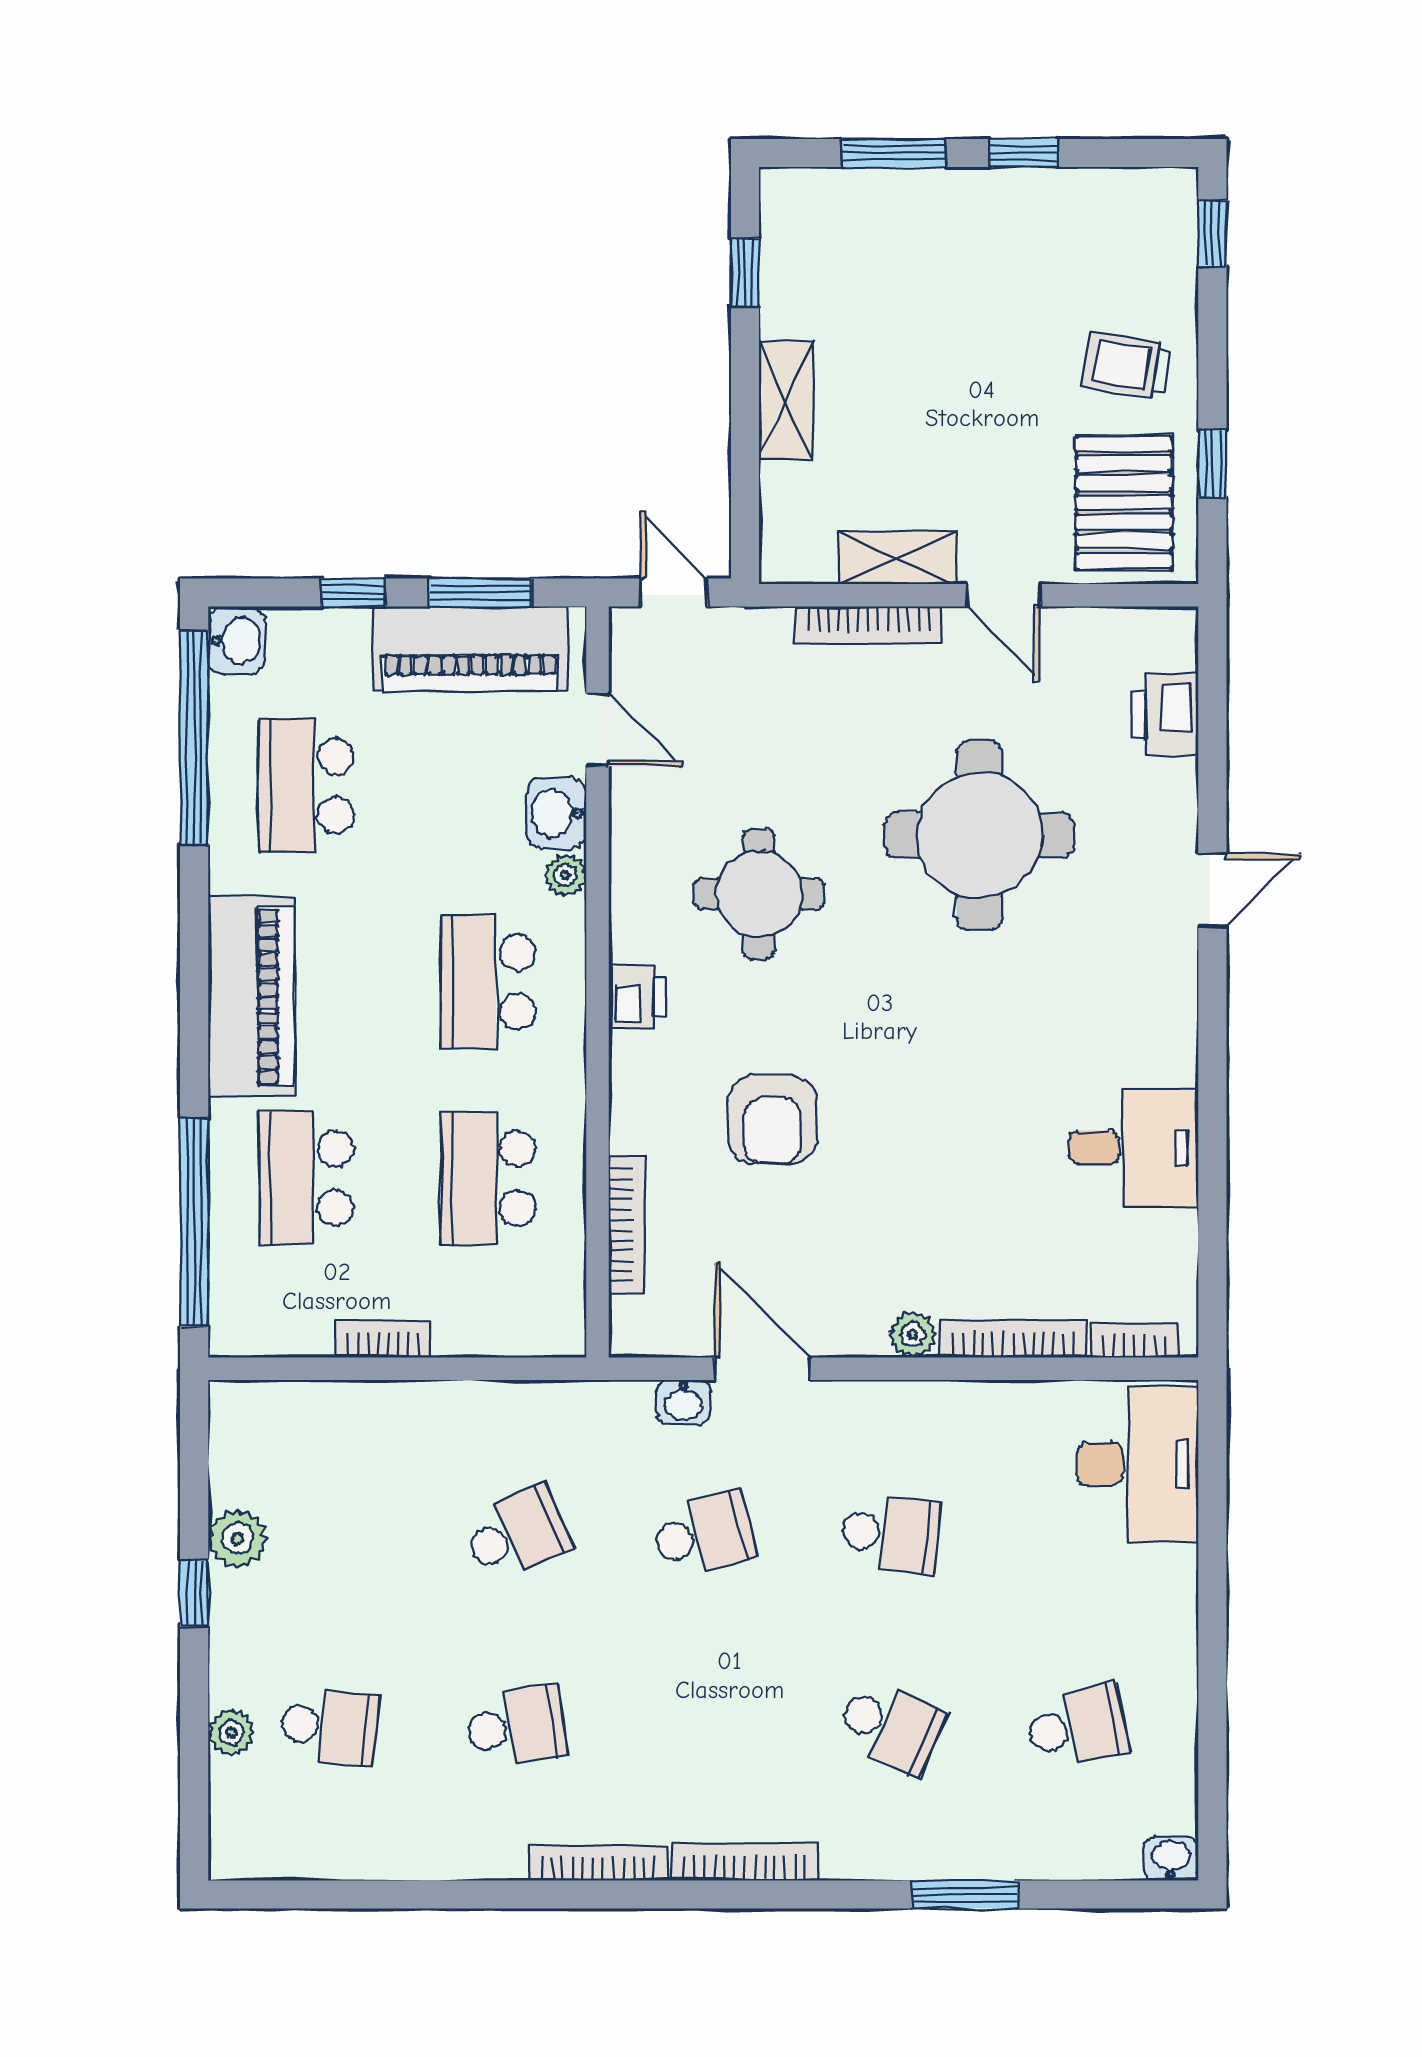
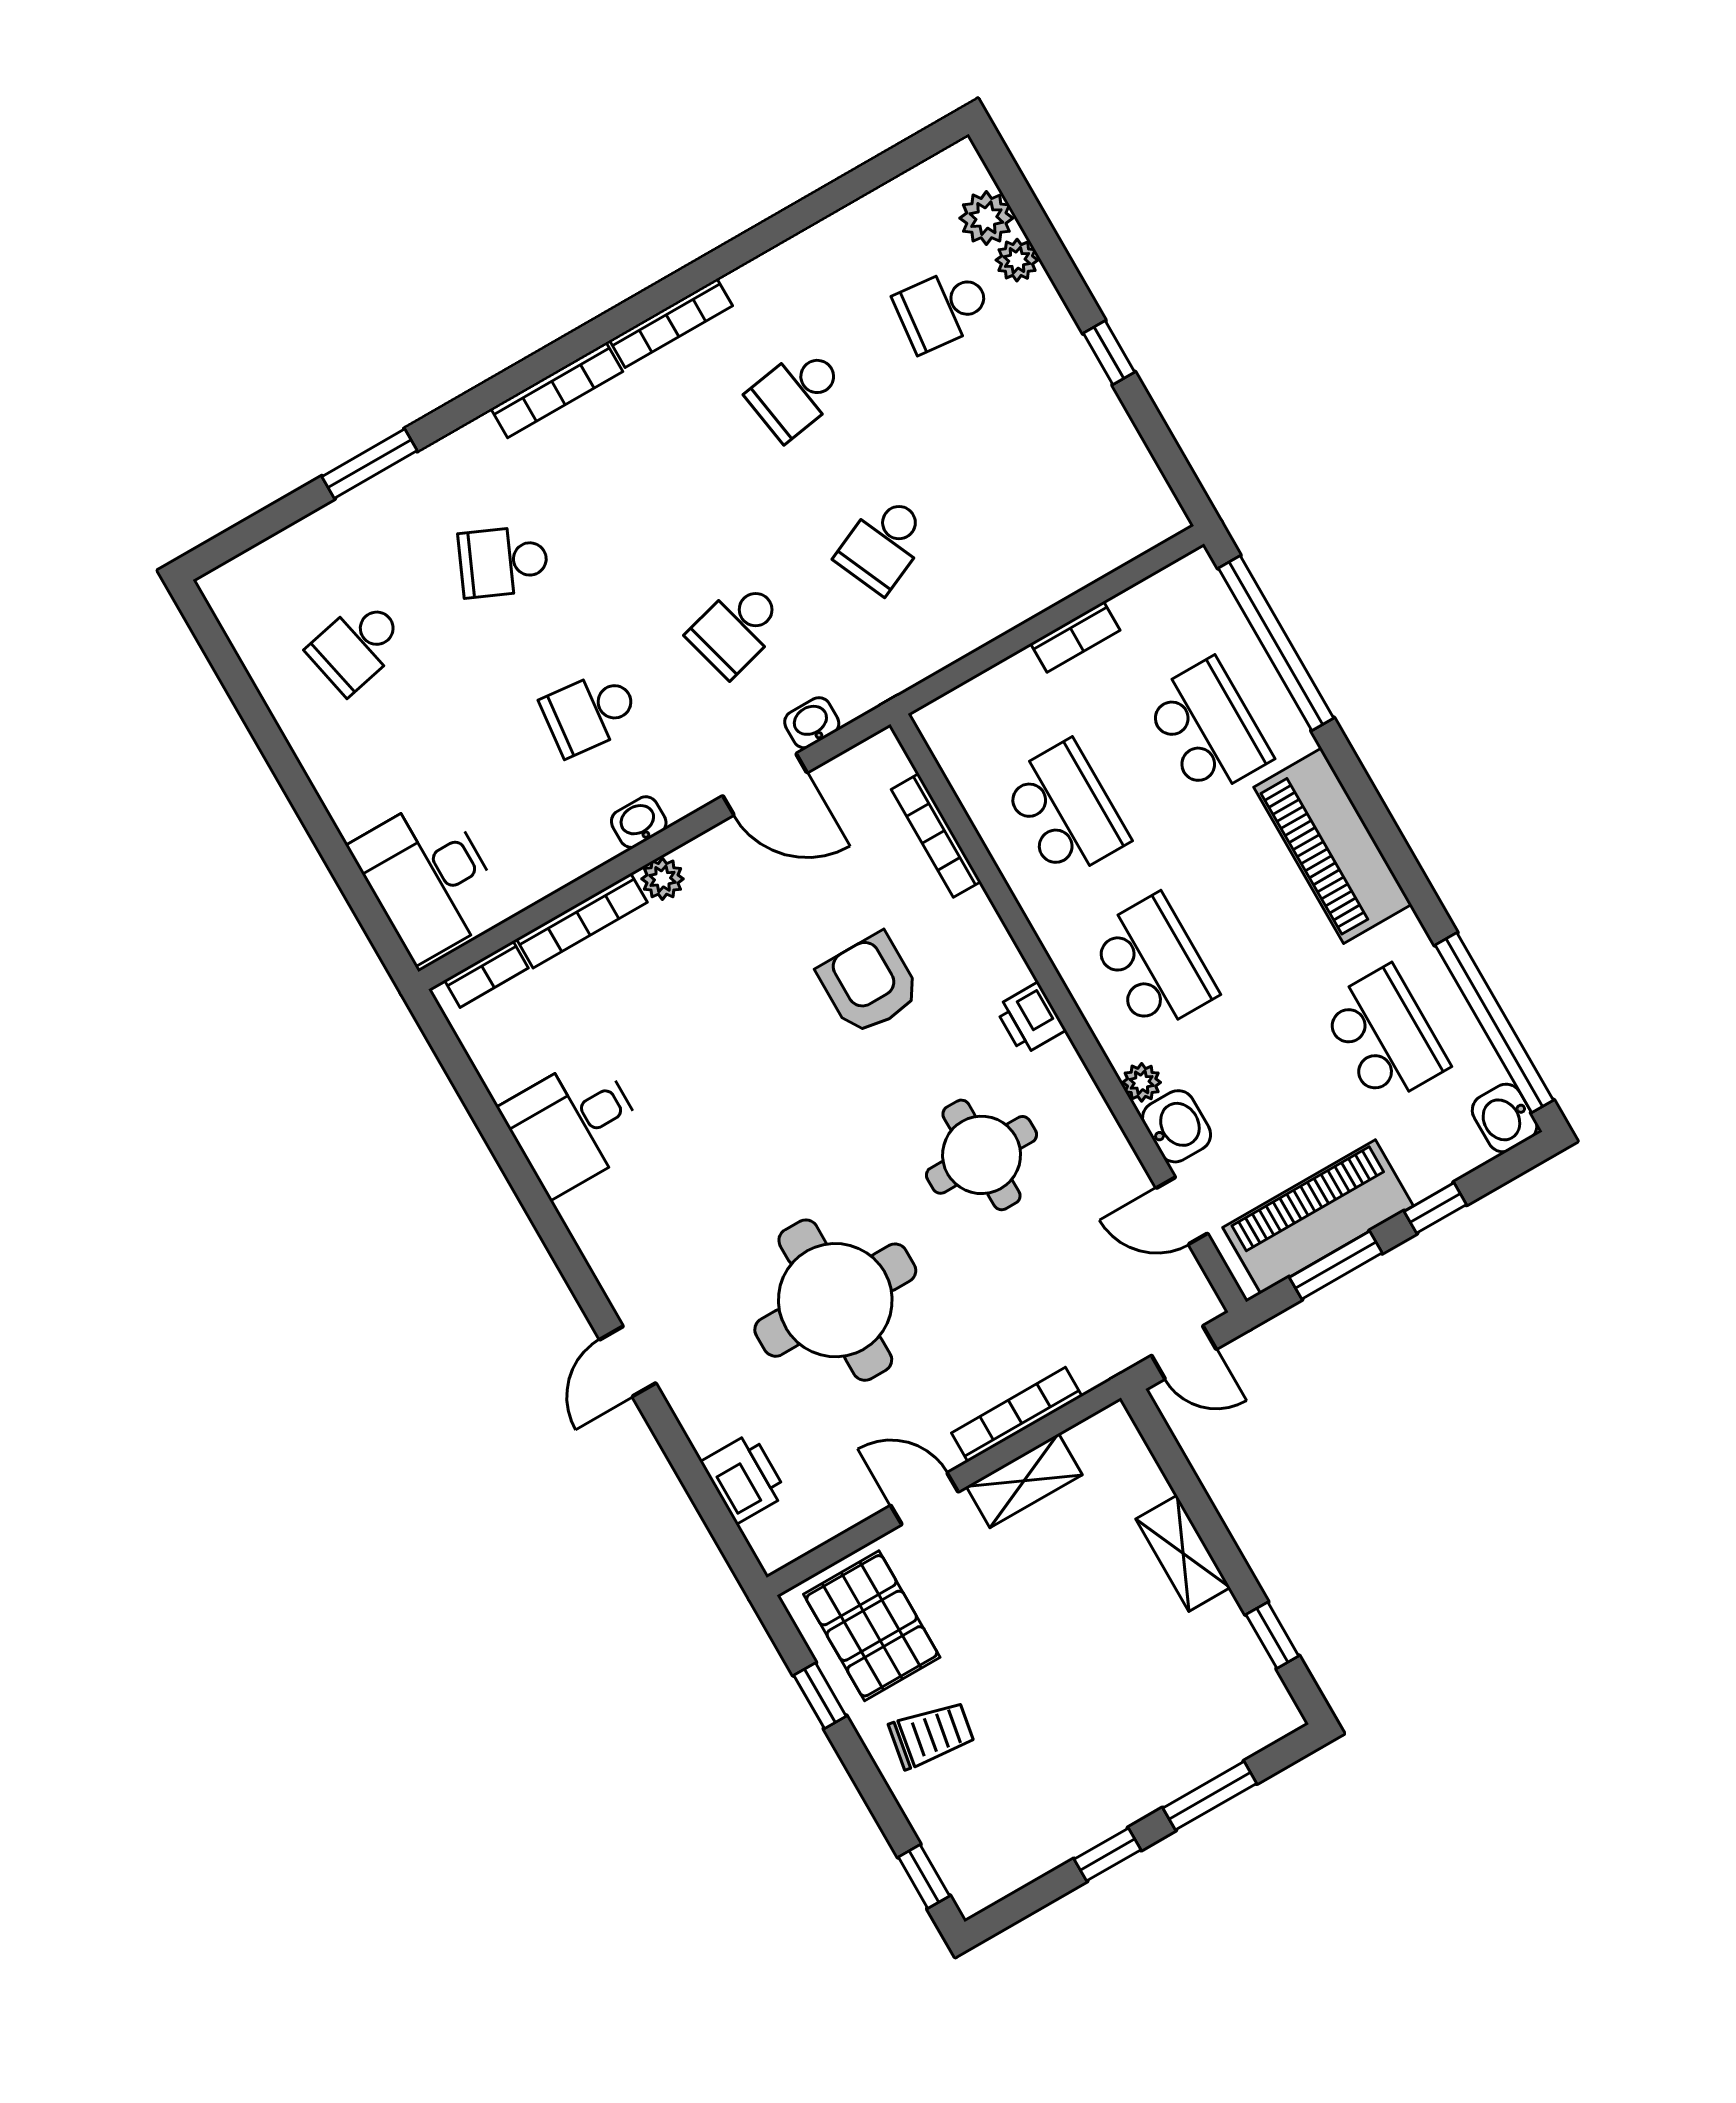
plant: (237, 1539) -> (986, 218), moved
washbasin: (1171, 1858) -> (639, 822), moved, turned 180

